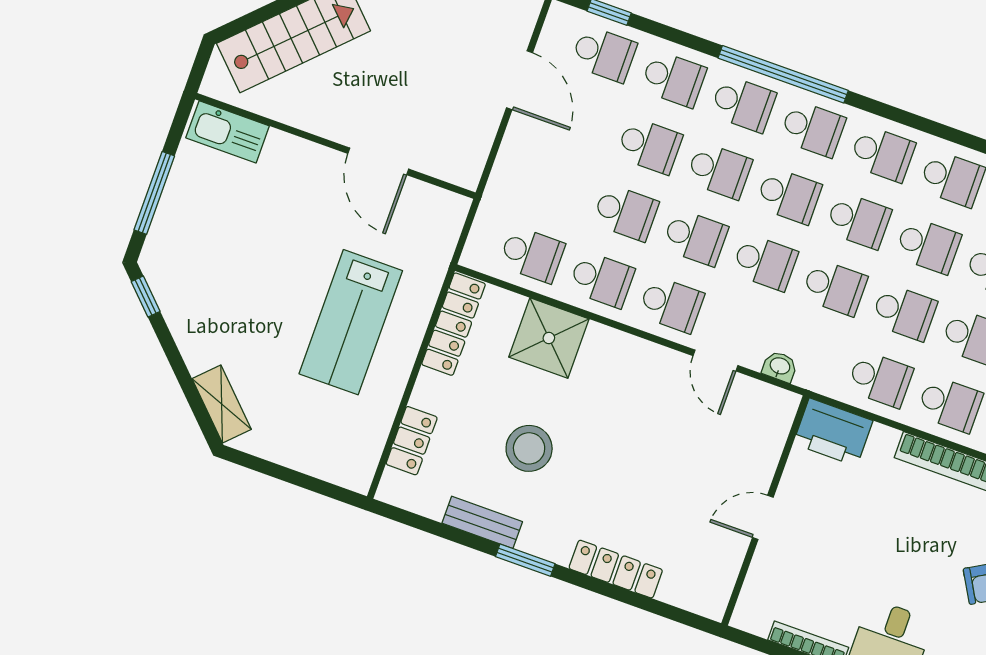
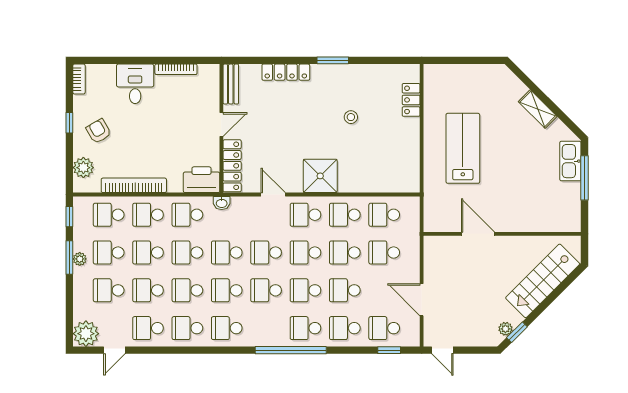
school desk: (813, 129) -> (384, 253), moved
kitchen sink: (228, 132) -> (570, 161), moved, turned -90
window: (146, 297) -> (570, 124), removed
locker: (454, 324) -> (232, 166), moved, turned 180
shower: (549, 338) -> (320, 176), moved
washbasin: (780, 367) -> (222, 203), moved
shelving: (222, 404) -> (538, 109), moved
stool: (529, 448) -> (351, 117), width x0.53, depth x0.53
bench: (482, 522) -> (231, 84), moved, turned 90

